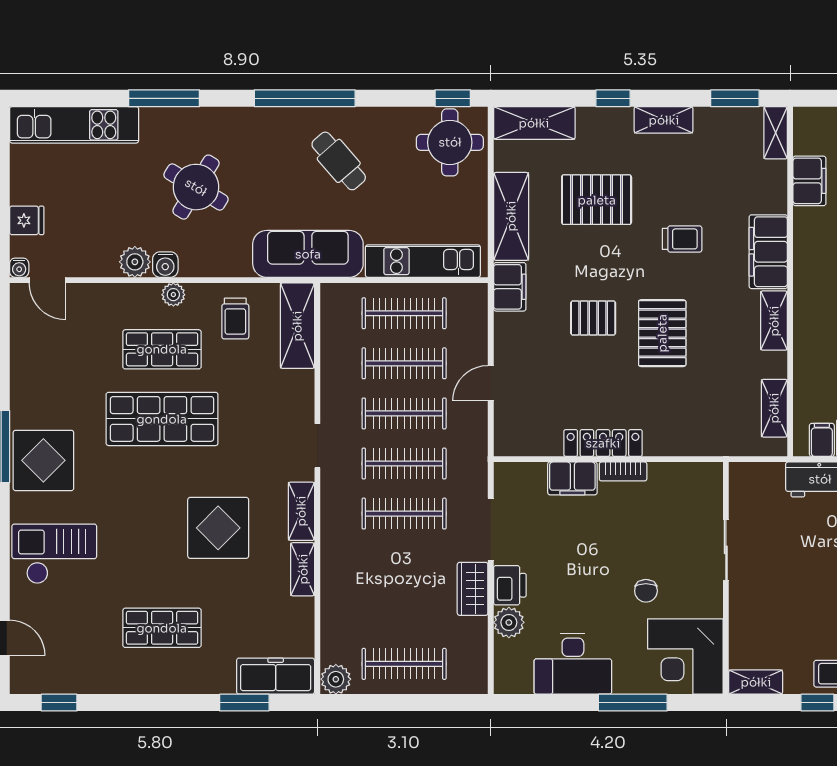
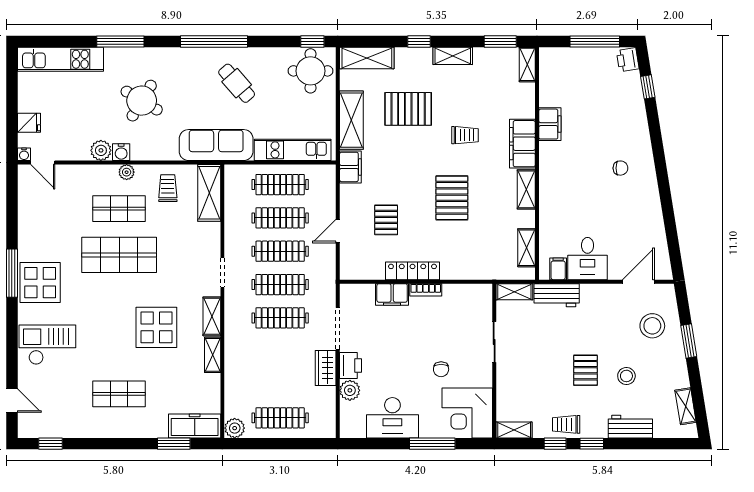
filing cabinet: (809, 181) -> (550, 124), moved
pallet: (593, 318) -> (386, 220), moved, turned 90
trolley: (235, 319) -> (168, 188), turned 180
shelving: (756, 474) -> (514, 292), added

